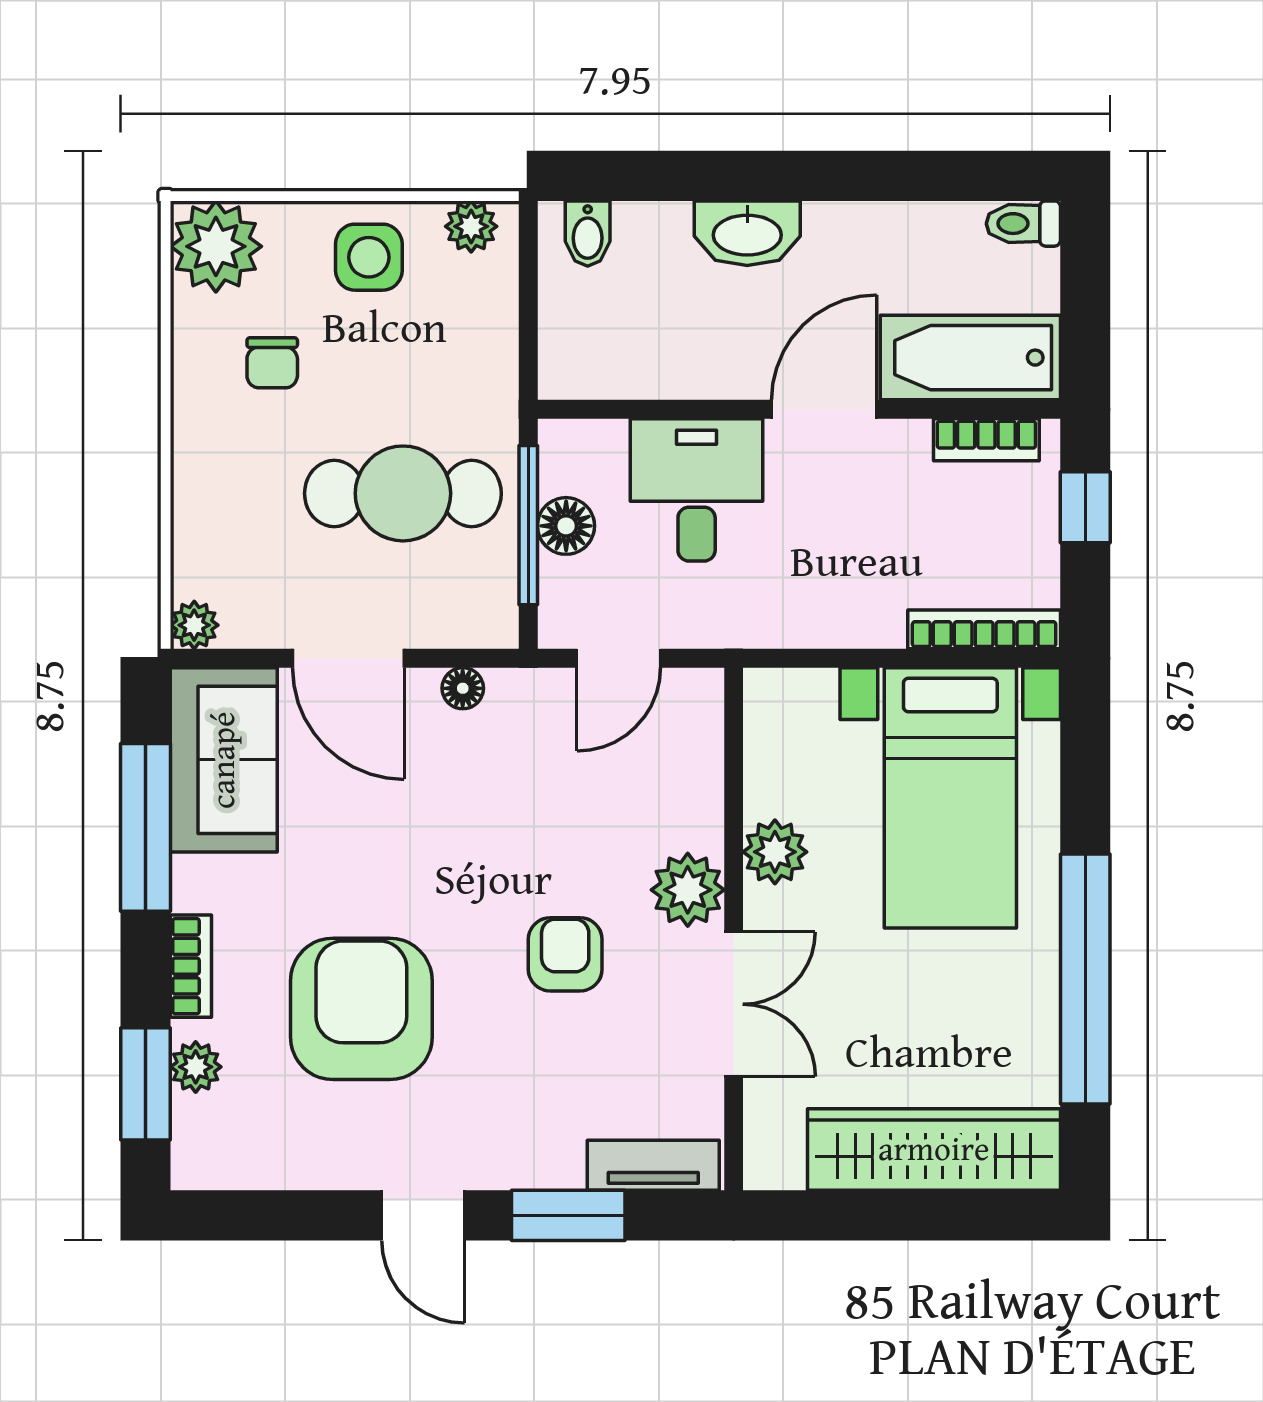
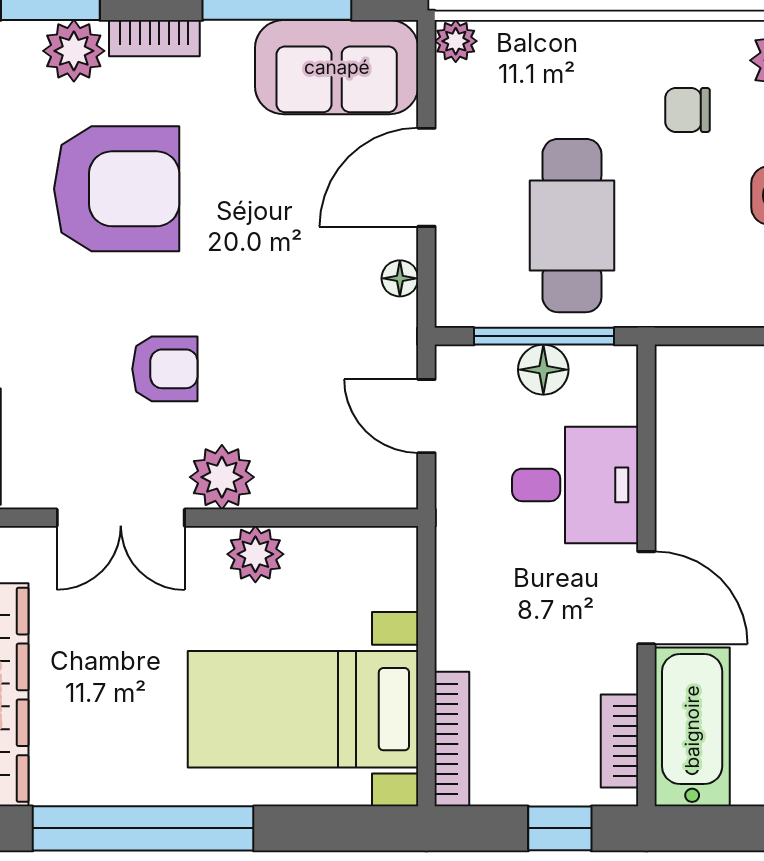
plant: (196, 1067) -> (74, 51), width x1.38, depth x1.38

